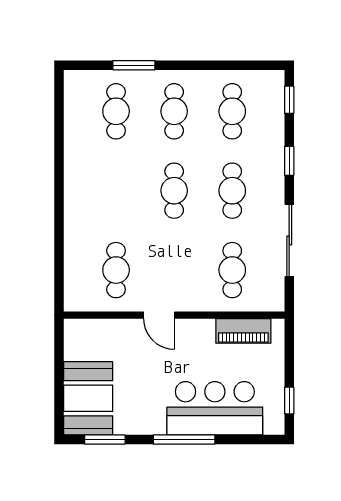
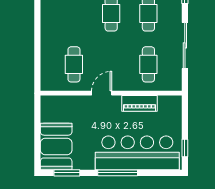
door: (159, 315) -> (102, 93), swing flipped
piano: (243, 331) -> (140, 103), moved
bar counter: (215, 408) -> (137, 153), width x1.36

